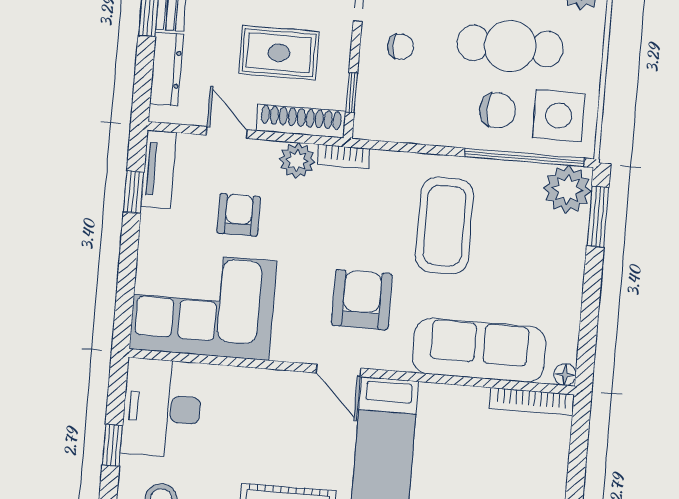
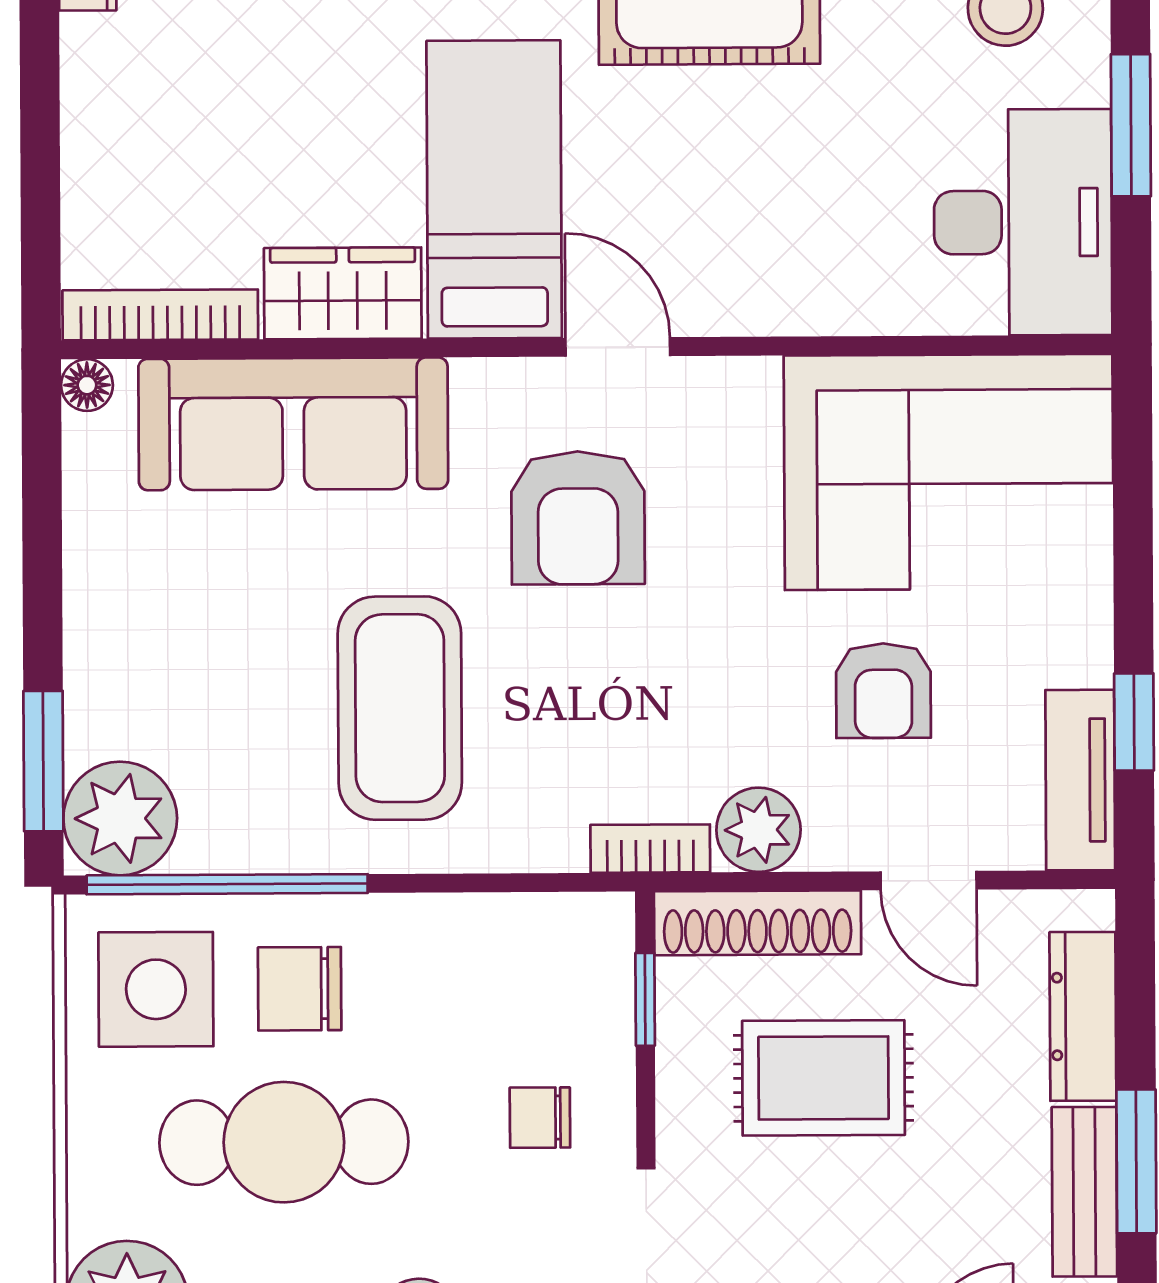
wardrobe: (453, 404) -> (343, 293), added
window: (112, 445) -> (1131, 125), width x1.50

